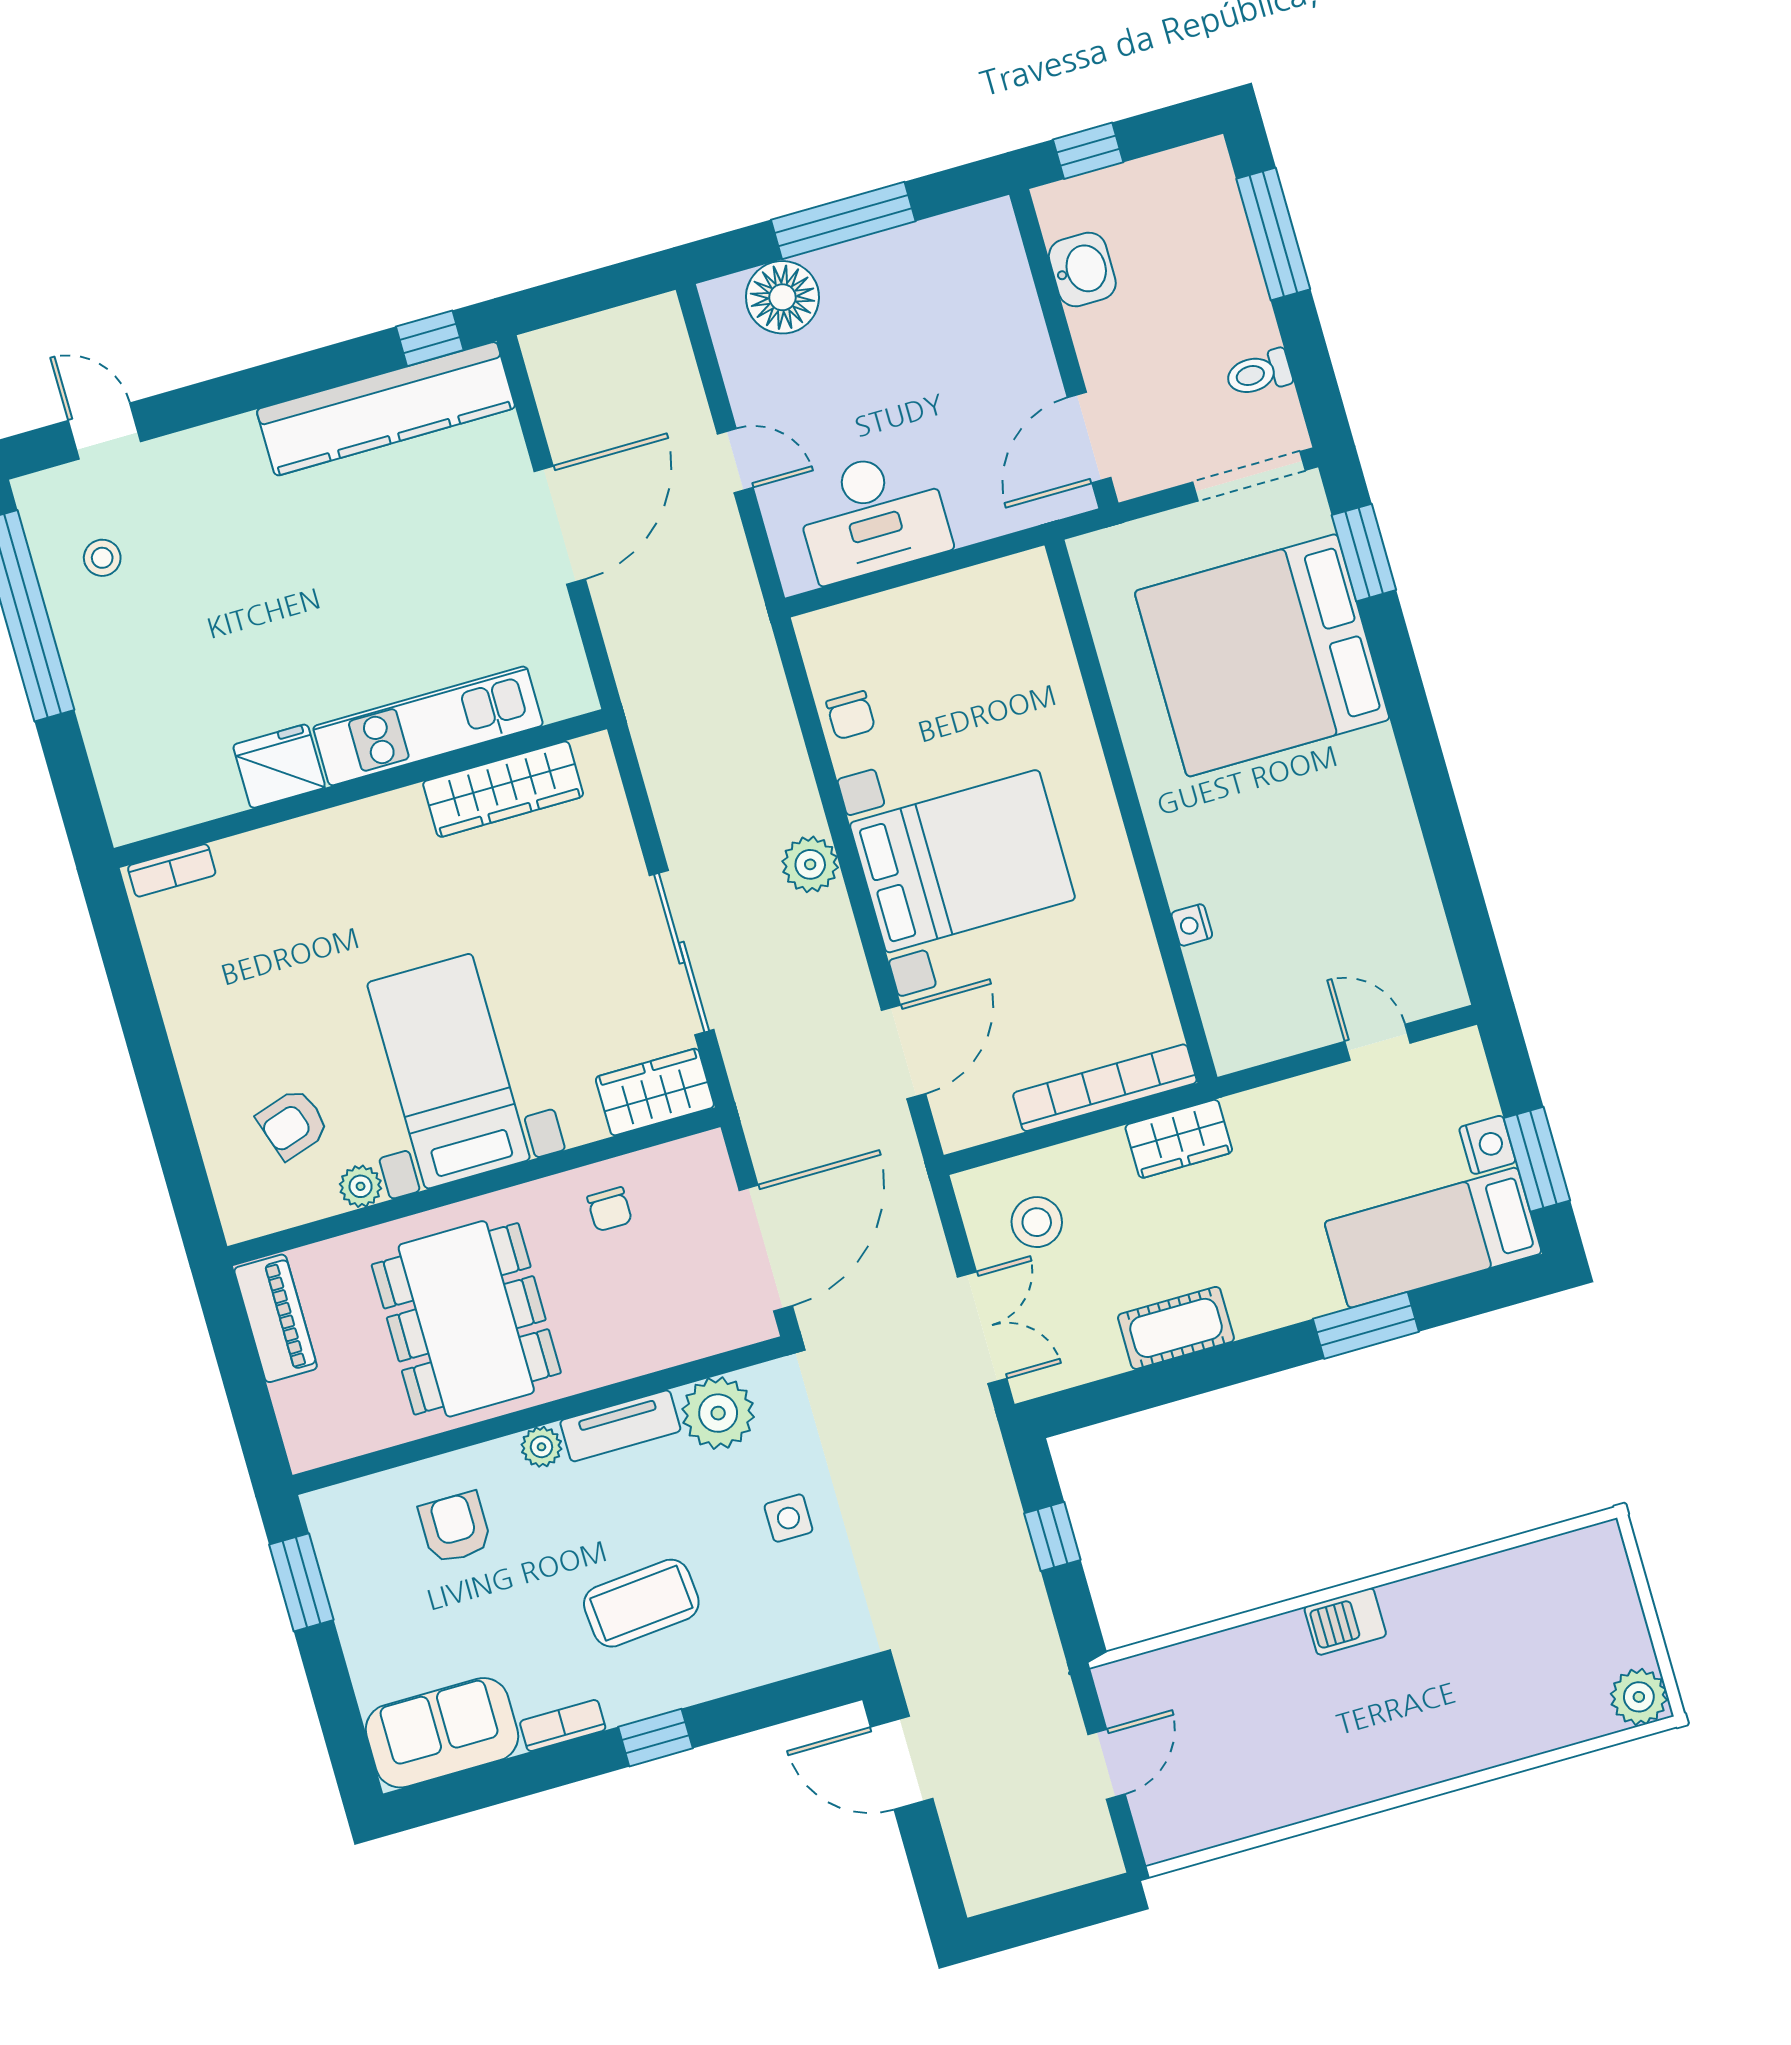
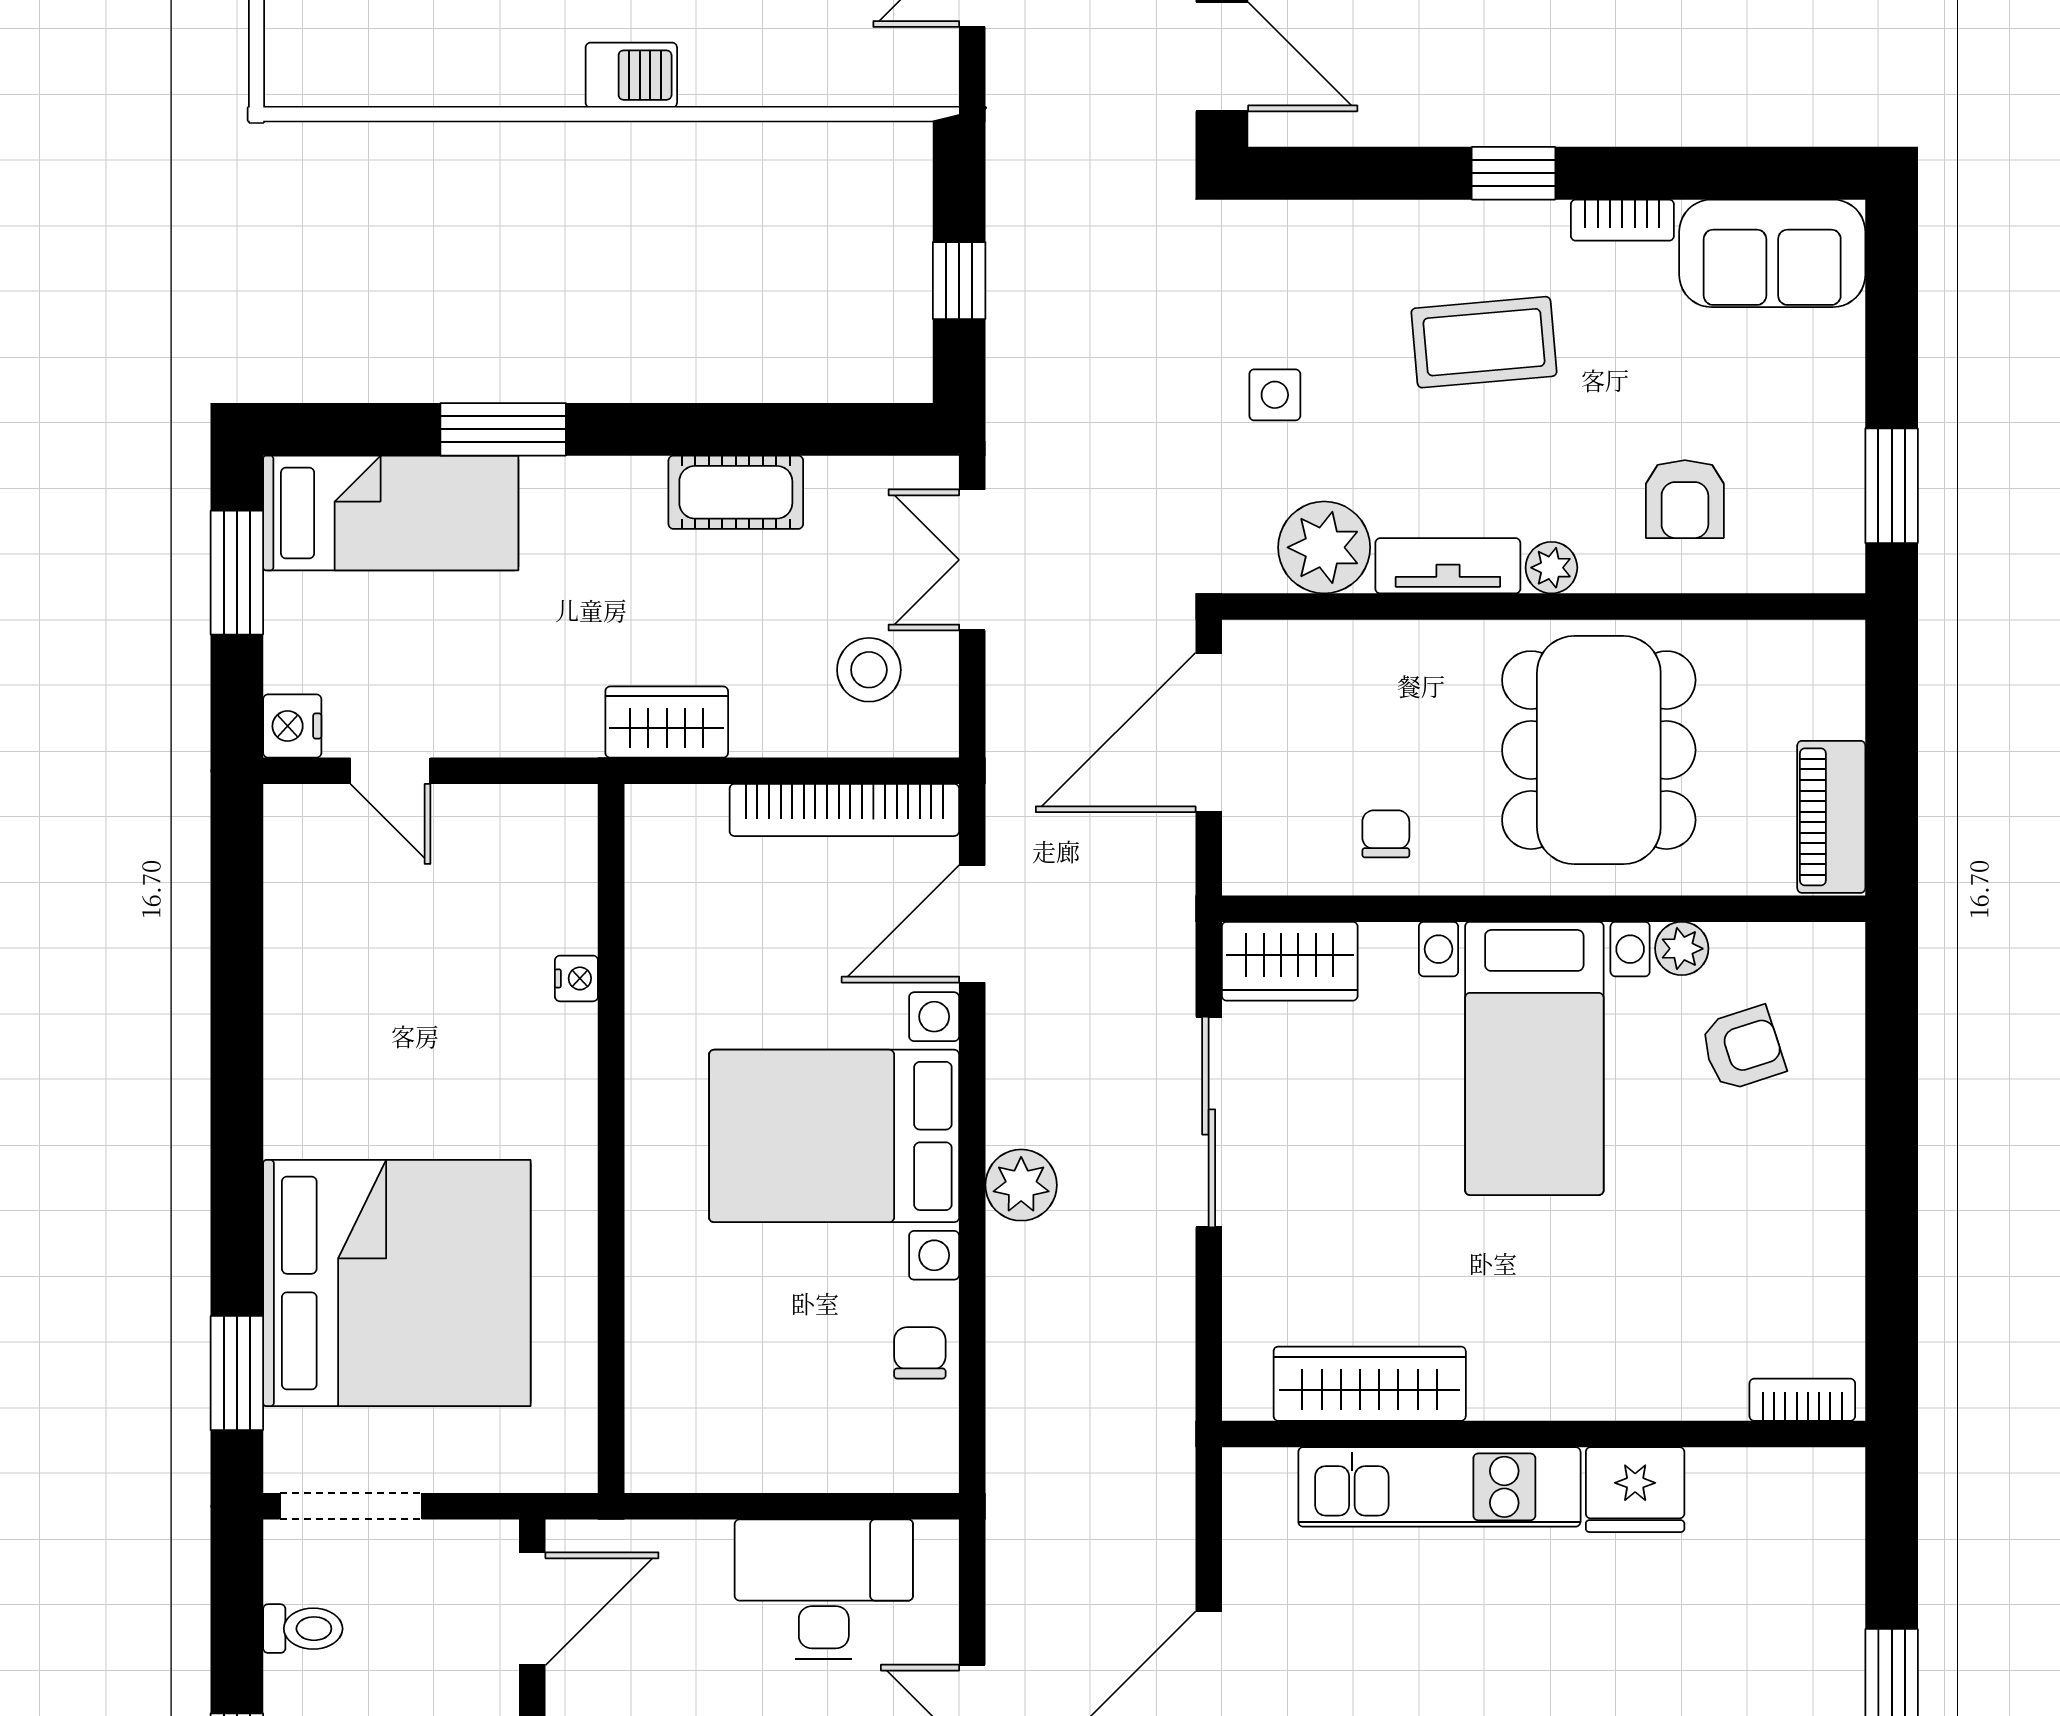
bookcase: (1105, 1088) -> (844, 810), moved
nightstand: (1487, 1145) -> (292, 726), moved

